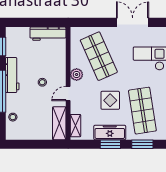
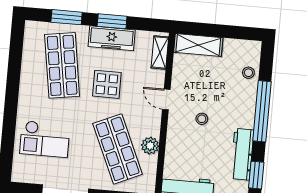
plant: (77, 74) -> (150, 146), moved
workbench: (12, 75) -> (242, 154), moved
door: (68, 93) -> (166, 99), swing flipped
shelving: (59, 123) -> (198, 45), moved, turned 90

